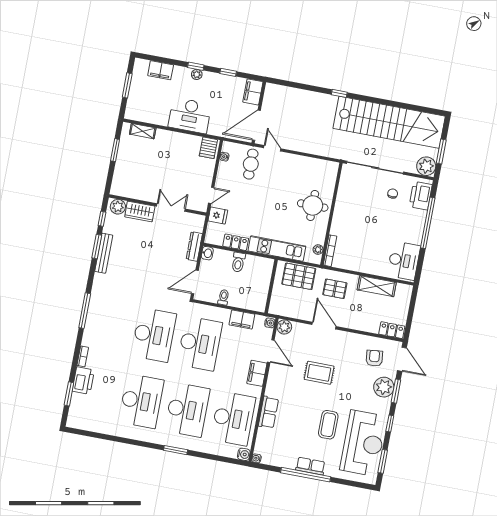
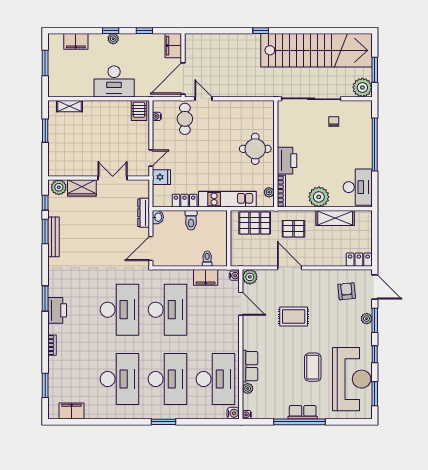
printer: (421, 196) -> (287, 161), moved, turned 180
plant: (365, 263) -> (319, 197), added
toilet: (224, 297) -> (207, 259), moved
window: (85, 311) -> (45, 298), width x0.69
filing cabinet: (257, 373) -> (71, 411), moved, turned 90
printer: (83, 381) -> (57, 310), moved
plant: (384, 387) -> (367, 319), width x0.53, depth x0.53
plant: (262, 433) -> (248, 388), added

